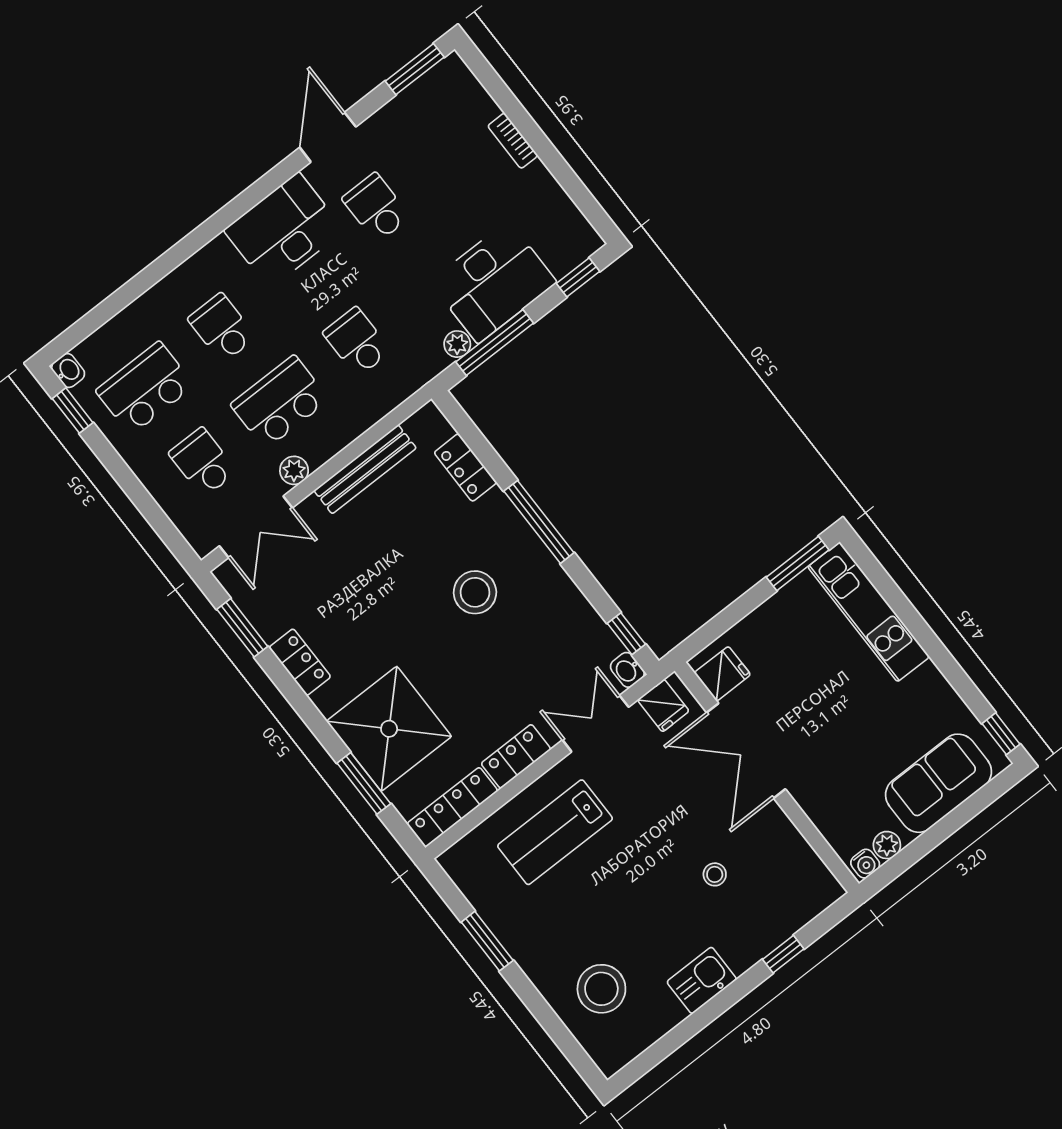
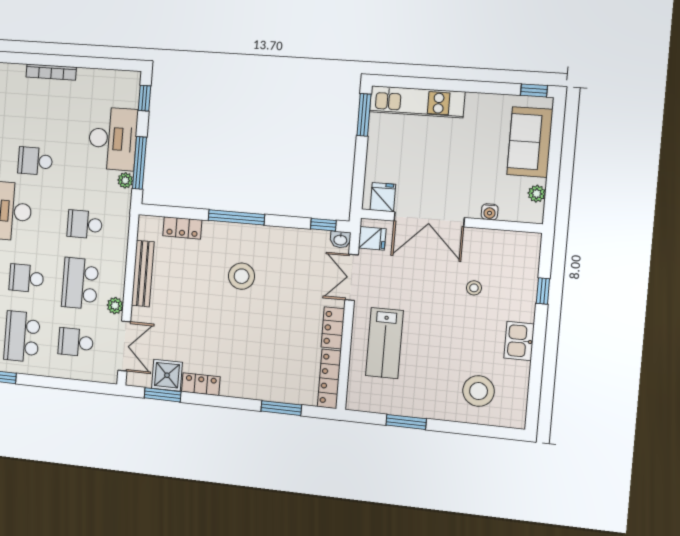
bookcase: (513, 141) -> (51, 72), width x1.56
shower: (389, 729) -> (167, 375), moved, width x0.54, depth x0.54
water cooler: (865, 864) -> (490, 212), moved, turned 90

